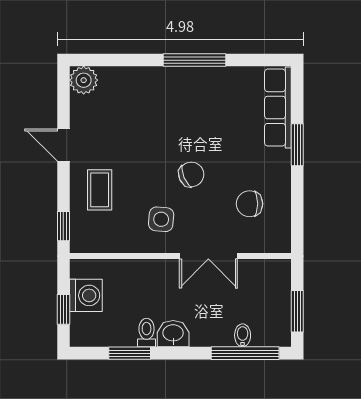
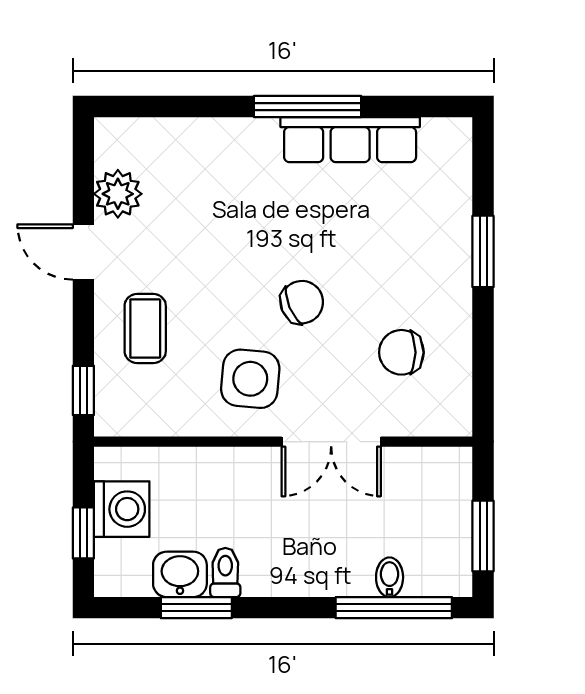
plant: (84, 80) -> (118, 194), moved
row of seats: (278, 108) -> (350, 140), moved, turned -90
side table: (161, 219) -> (250, 379), width x1.37, depth x1.37
washbasin: (173, 334) -> (180, 574), moved

